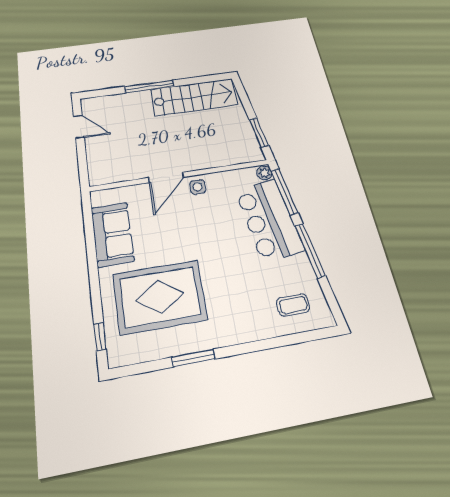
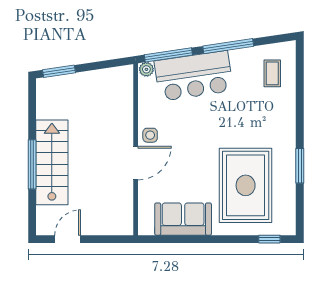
stairs: (194, 97) -> (52, 162), moved
window: (259, 132) -> (59, 71), moved
door: (166, 177) -> (136, 163), hinge flipped

